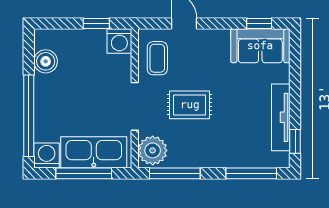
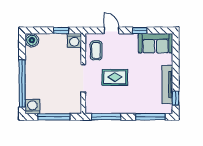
window: (259, 24) -> (140, 30), moved
boiler: (46, 61) -> (32, 40), moved
plant: (153, 150) -> (93, 104), removed
kitchen sink: (94, 152) -> (60, 105), removed

